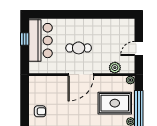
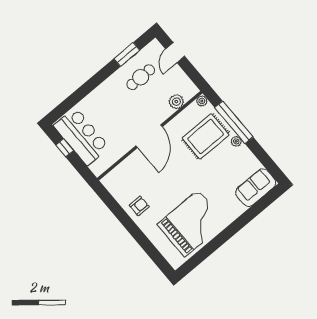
window: (109, 14) -> (127, 54), added
cafe table: (79, 48) -> (141, 77), moved
door: (139, 49) -> (175, 53), moved

